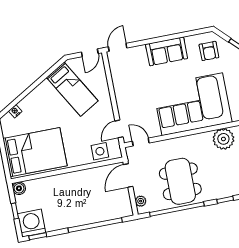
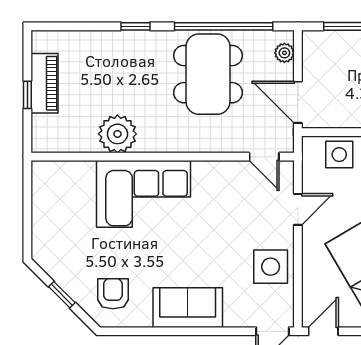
side table: (126, 83) -> (271, 267), added
corner sofa: (192, 104) -> (143, 194), width x0.73, depth x0.74
door: (119, 129) -> (298, 209), moved
door: (128, 176) -> (298, 102), swing flipped

